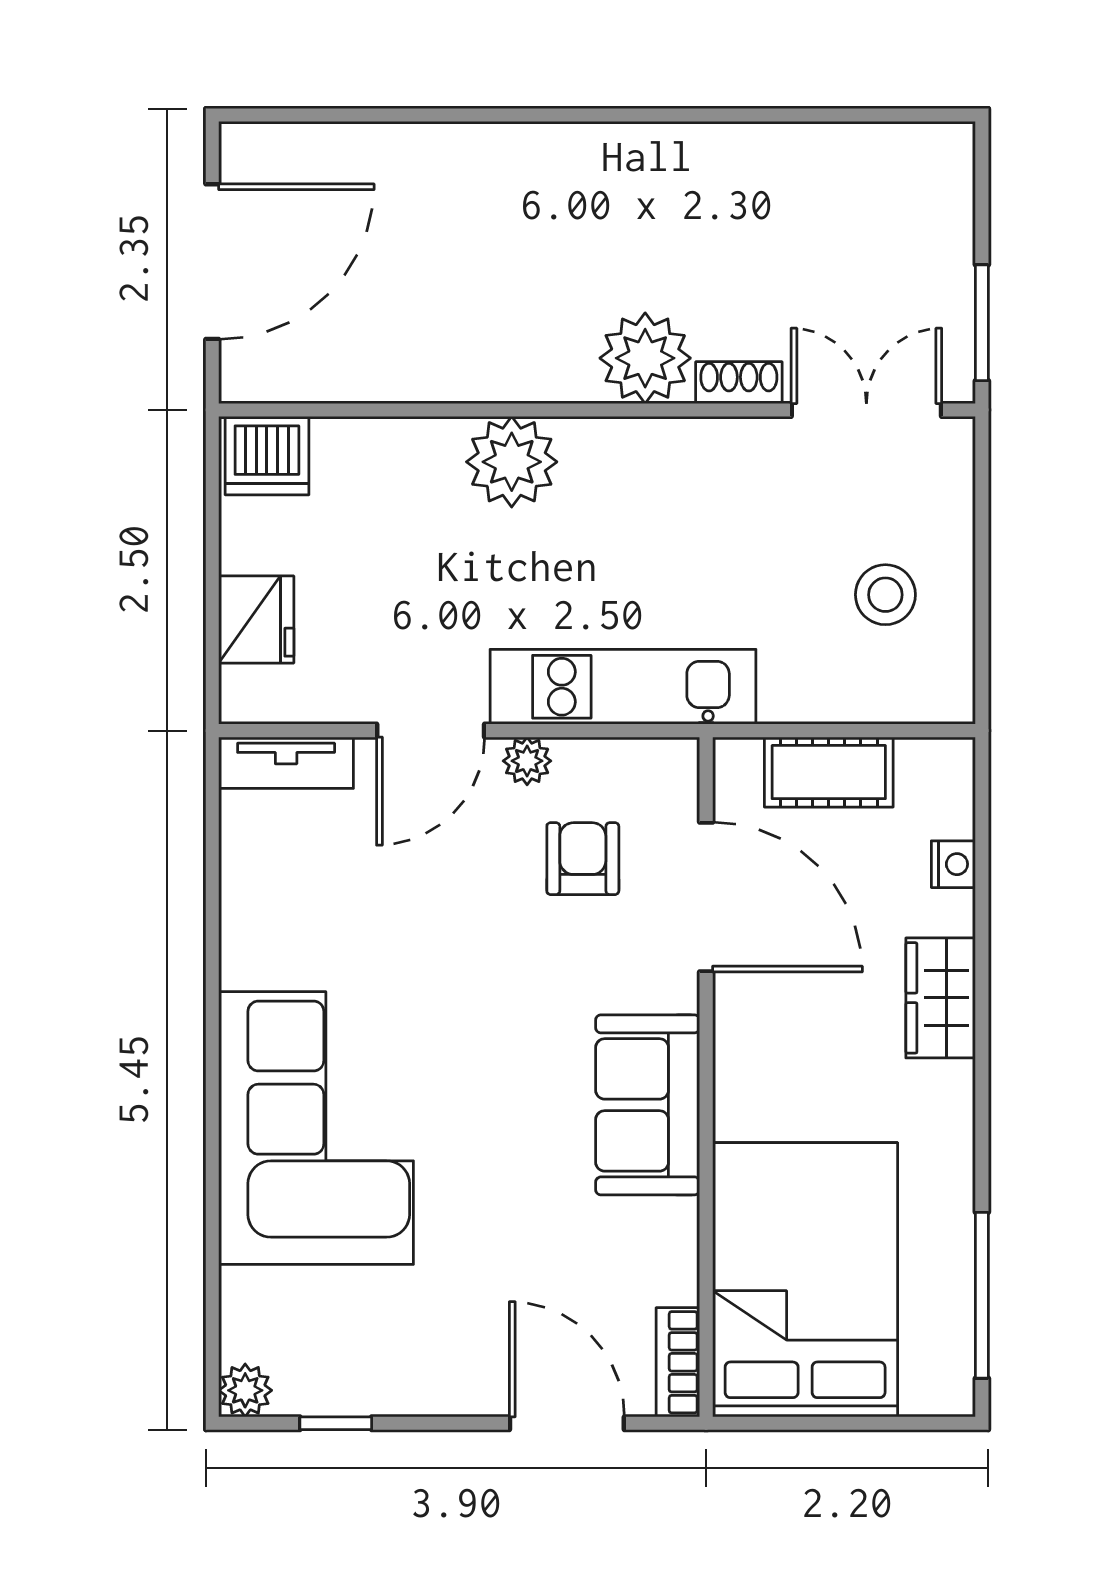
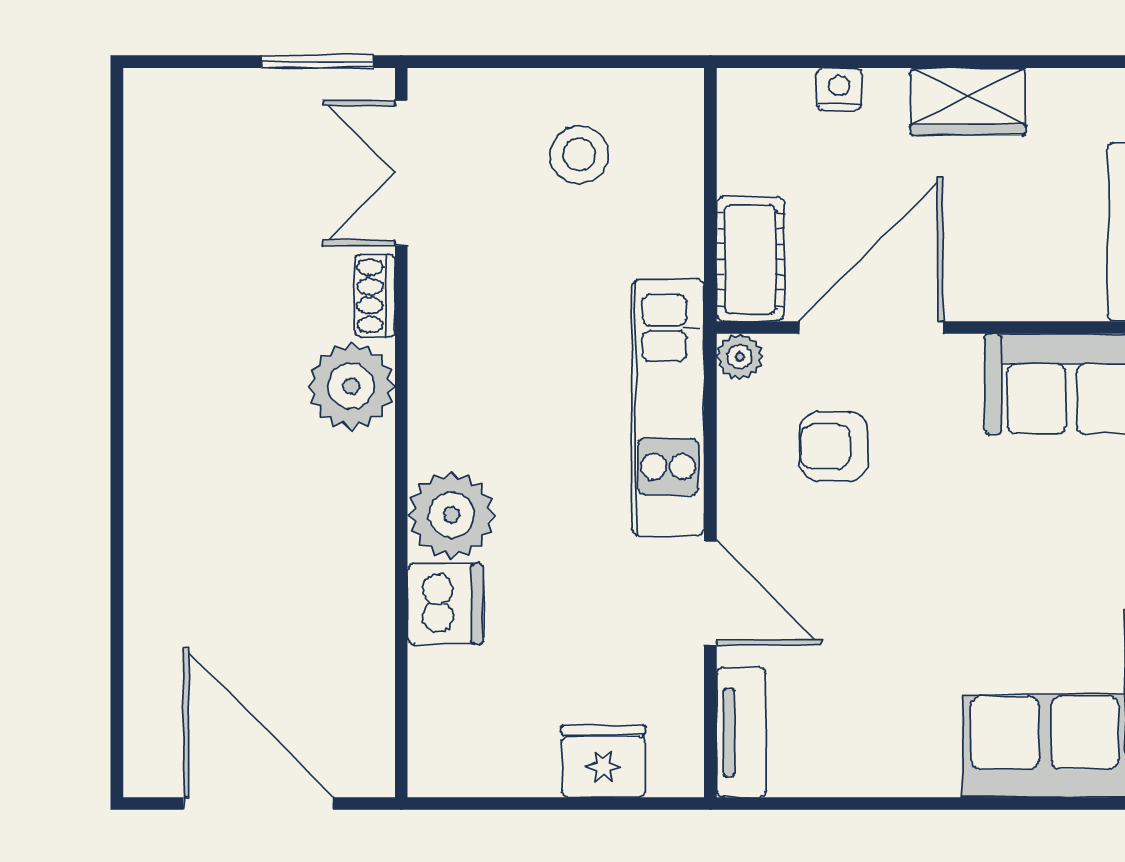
dishwasher: (267, 456) -> (445, 604), moved
plant: (527, 761) -> (740, 357), moved
cot: (829, 772) -> (750, 259), moved

